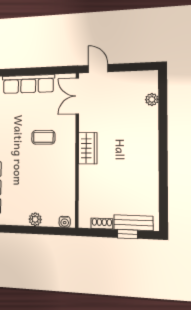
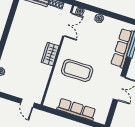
double door: (77, 96) -> (67, 24), moved
coffee table: (43, 137) -> (77, 70), width x1.86, depth x1.72

